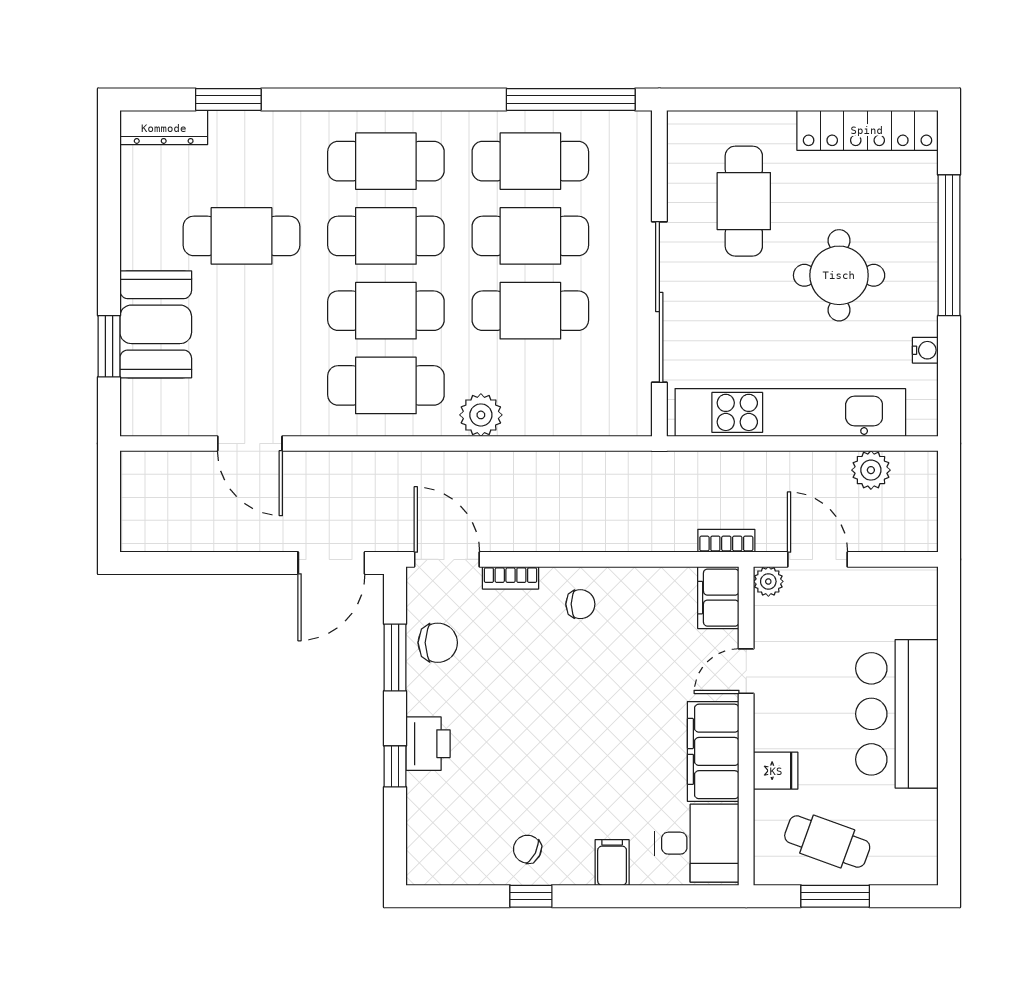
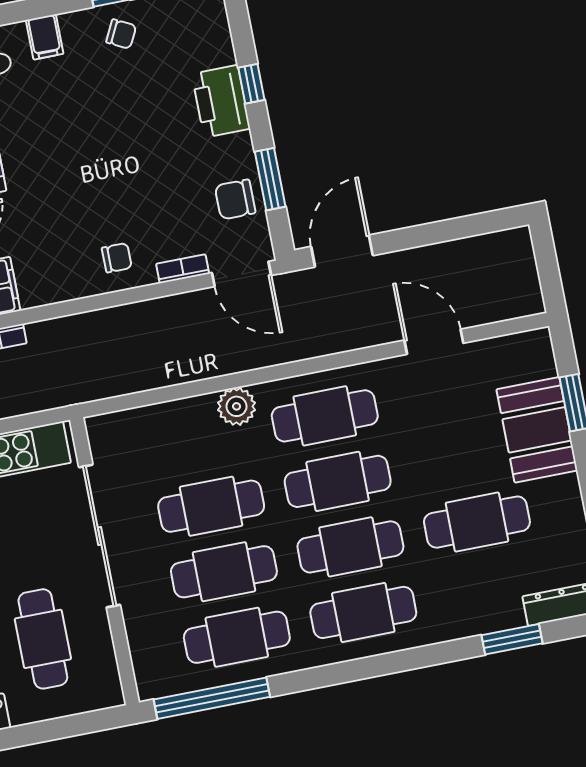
chair: (580, 604) -> (117, 258), turned 180
printer: (428, 744) -> (221, 101), width x1.37, depth x1.19

